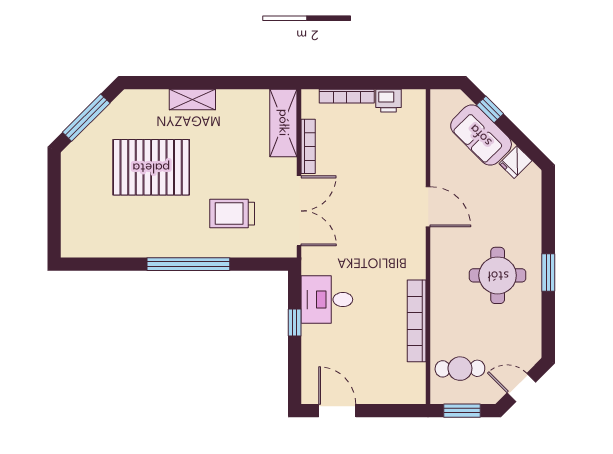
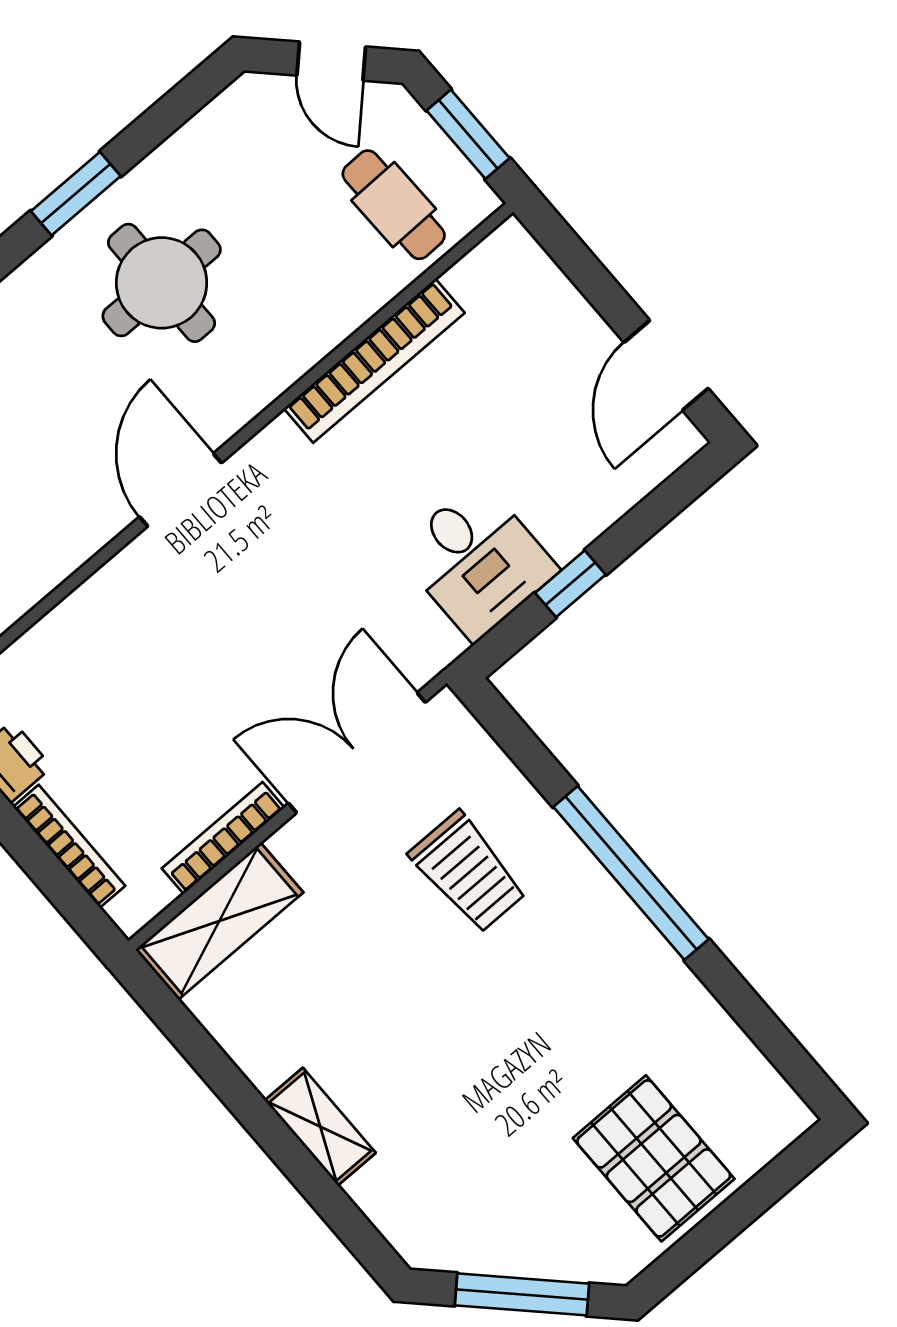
pallet: (151, 167) -> (654, 1158), moved, width x0.73, depth x0.71
door: (428, 207) -> (181, 490), moved

